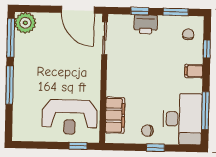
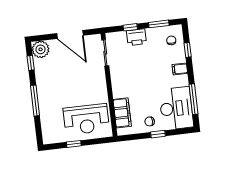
door: (78, 10) -> (70, 34), moved
window: (11, 38) -> (31, 63), width x0.46
window: (78, 146) -> (74, 144), moved

